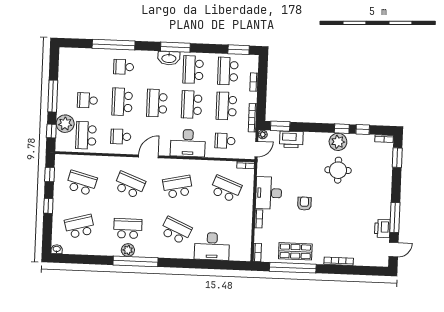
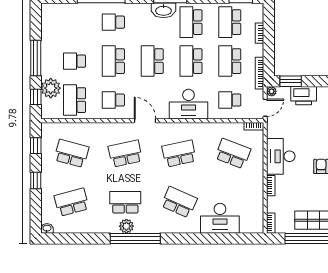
door: (148, 156) -> (145, 121), hinge flipped
school desk: (130, 185) -> (125, 154), turned -33

